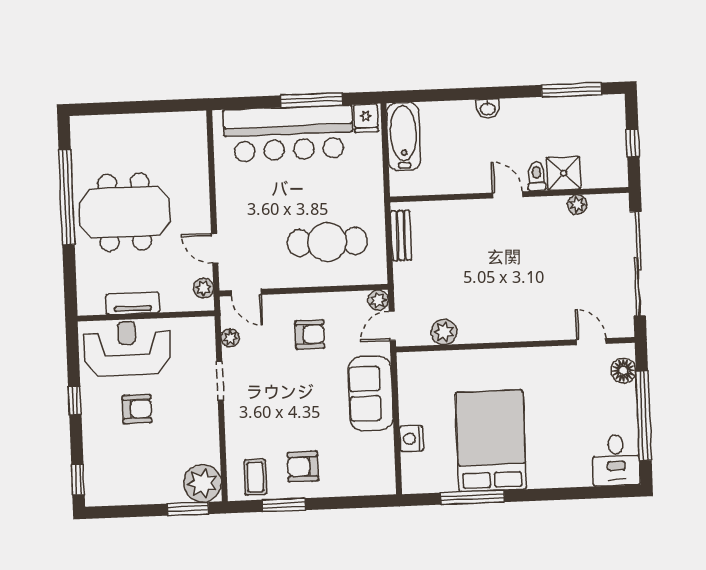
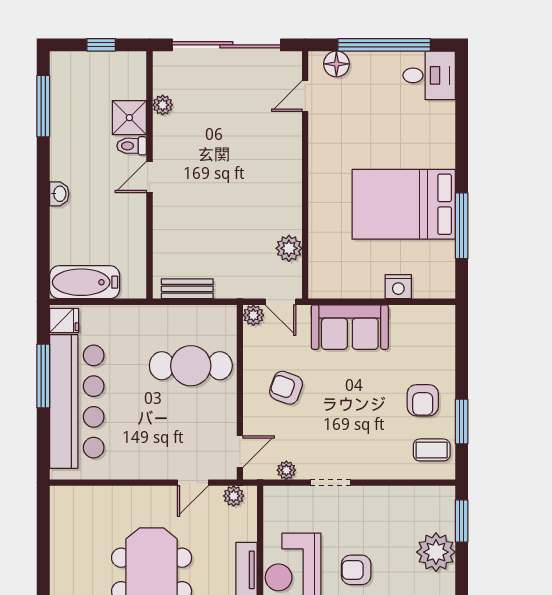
cafe table: (327, 242) -> (191, 366), turned 90
armchair: (310, 334) -> (286, 388), turned -70
armchair: (137, 409) -> (356, 570), turned -90
plant: (202, 483) -> (436, 552), moved

